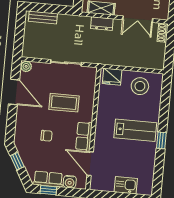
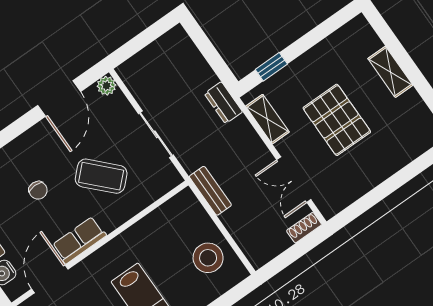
bench: (43, 17) -> (210, 191), moved
dresser: (102, 24) -> (223, 103), moved
fridge: (112, 77) -> (189, 210), removed
coffee table: (64, 103) -> (101, 176), turned -44

